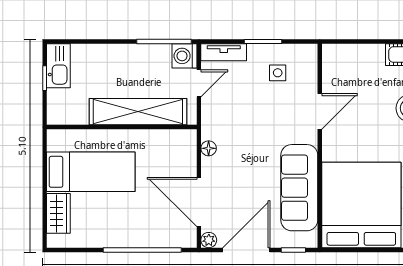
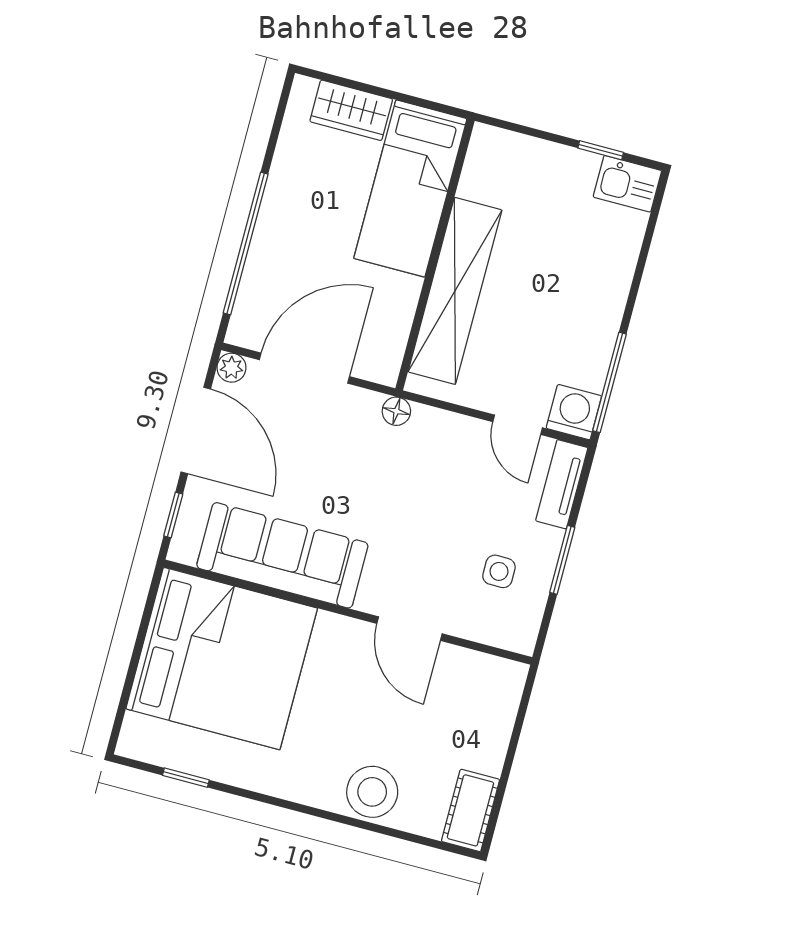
kitchen sink: (58, 66) -> (627, 184), width x0.73
shelving: (138, 112) -> (455, 291), moved
wall: (122, 127) -> (435, 254), moved

